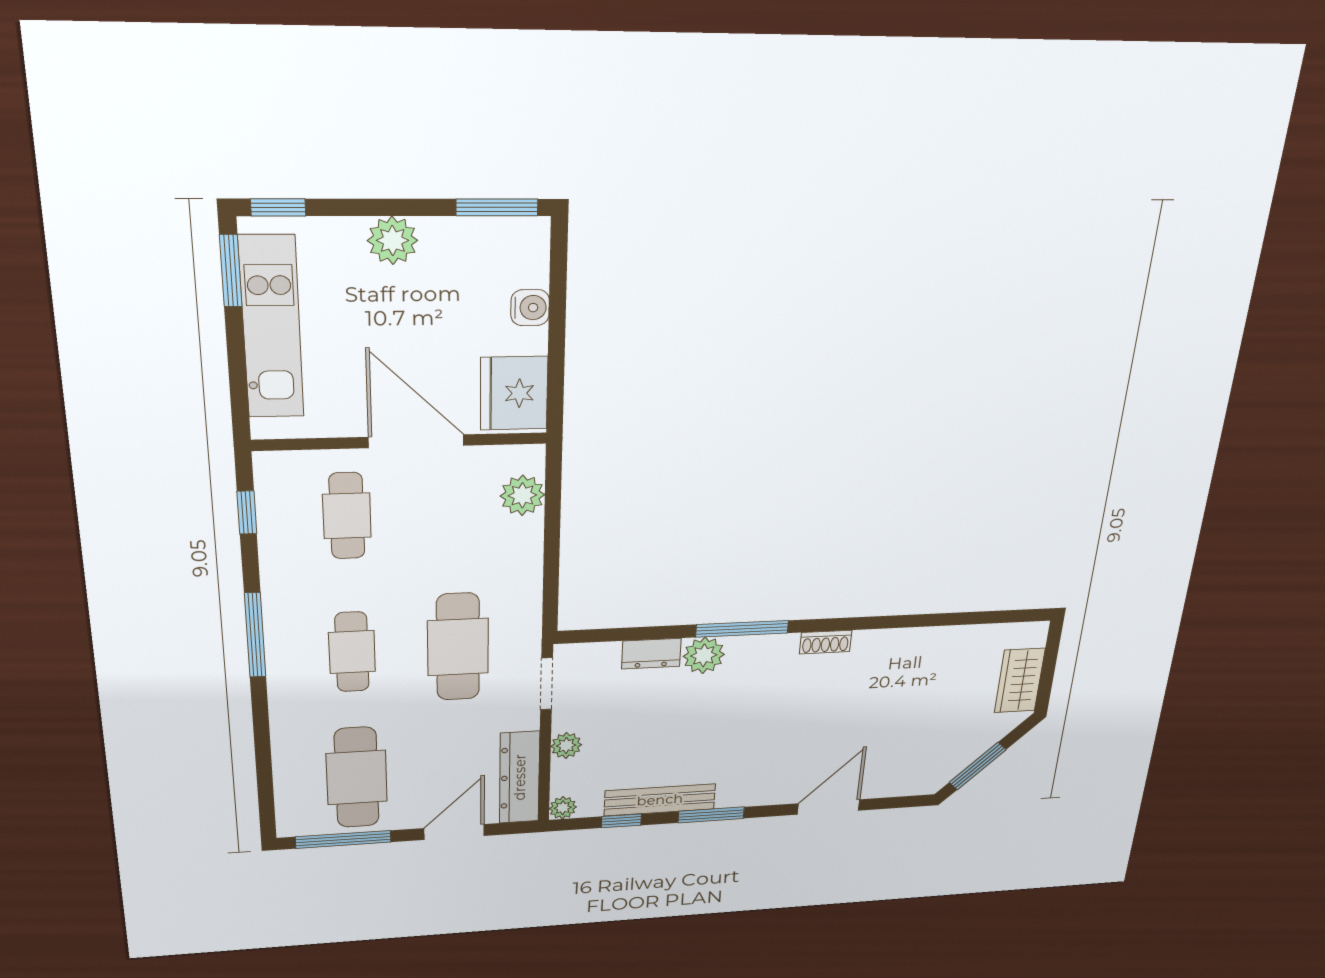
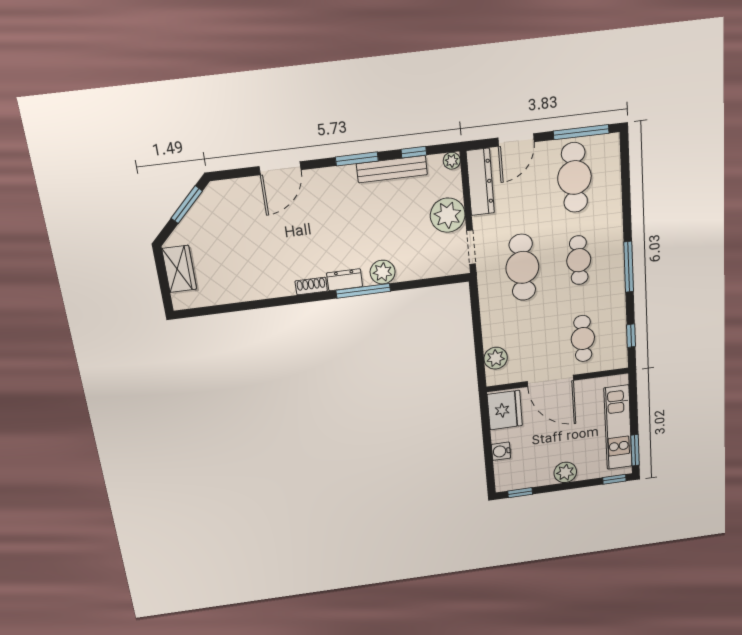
window: (497, 207) -> (520, 493), width x0.67
dresser: (651, 654) -> (345, 280), moved
plant: (566, 746) -> (448, 215), width x1.88, depth x1.88

